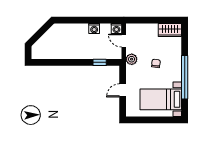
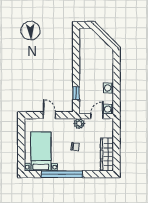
wardrobe: (170, 30) -> (107, 155), width x1.50

